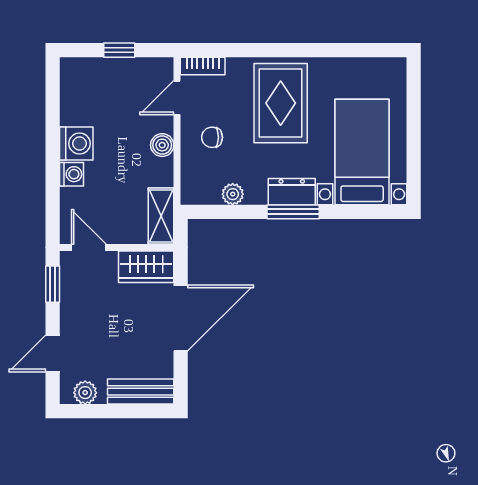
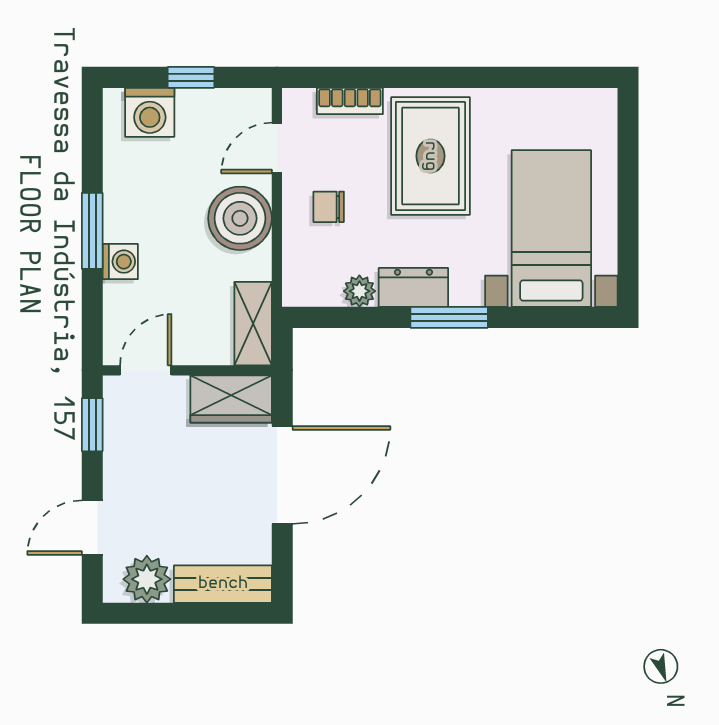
bookcase: (203, 66) -> (350, 101), moved
washing machine: (76, 144) -> (150, 112), moved, turned 90
boiler: (162, 145) -> (240, 218), width x1.86, depth x1.86
window: (53, 153) -> (92, 231), added
dresser: (292, 192) -> (413, 287), moved
door: (89, 247) -> (146, 370), hinge flipped
plant: (85, 393) -> (147, 579), width x1.38, depth x1.38

